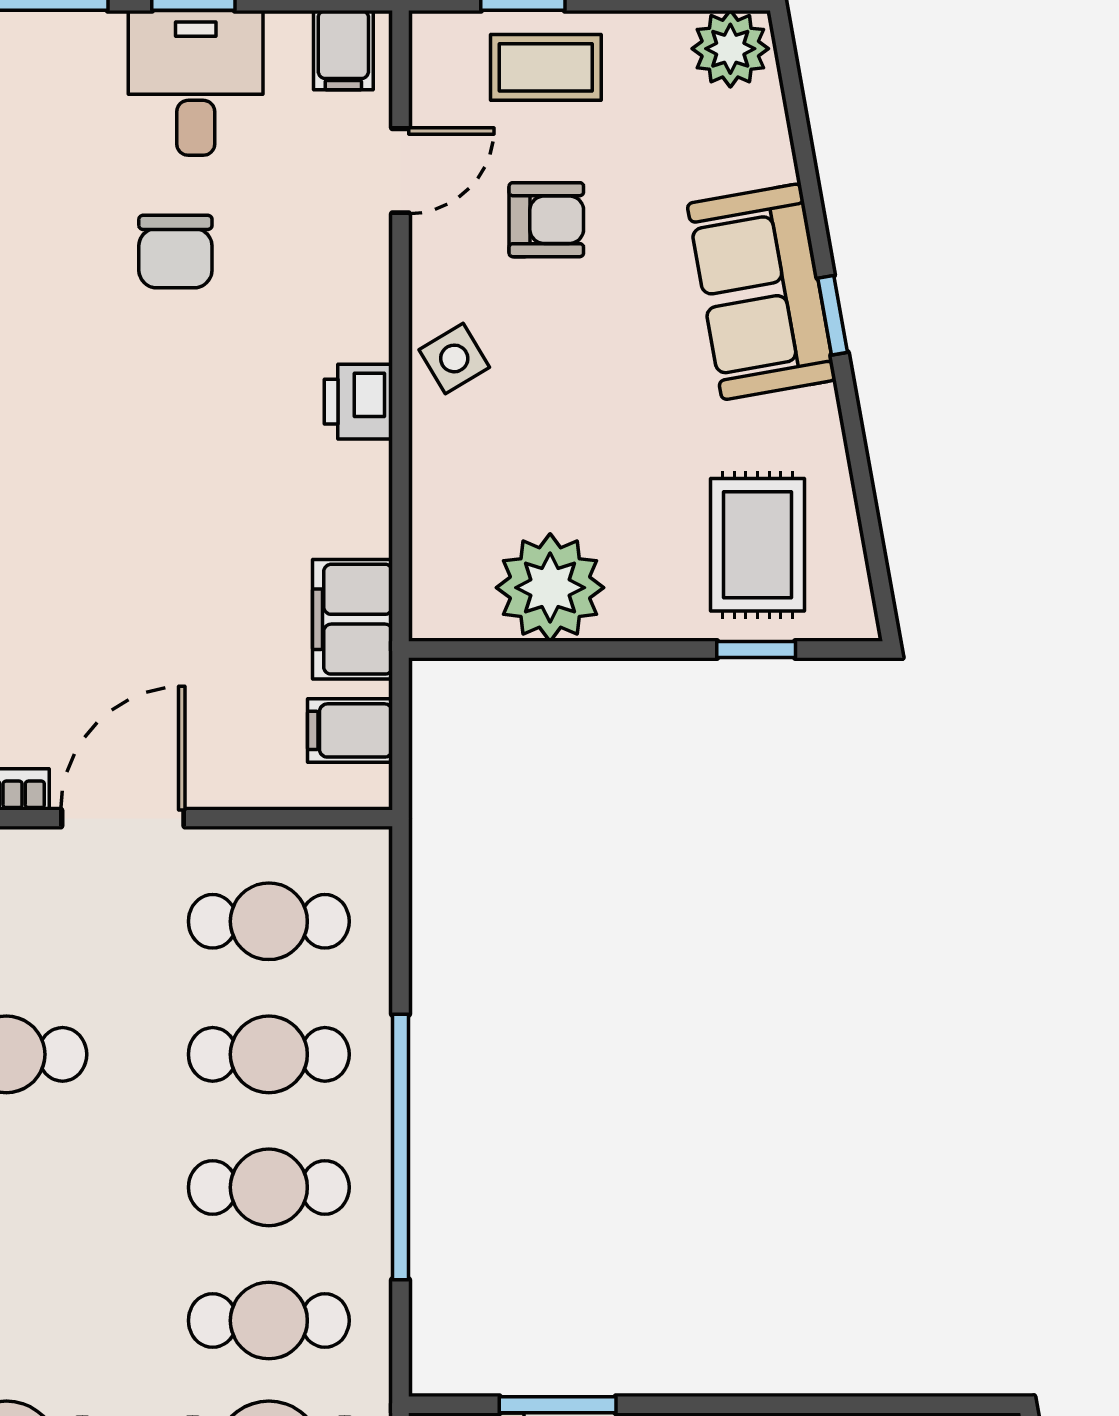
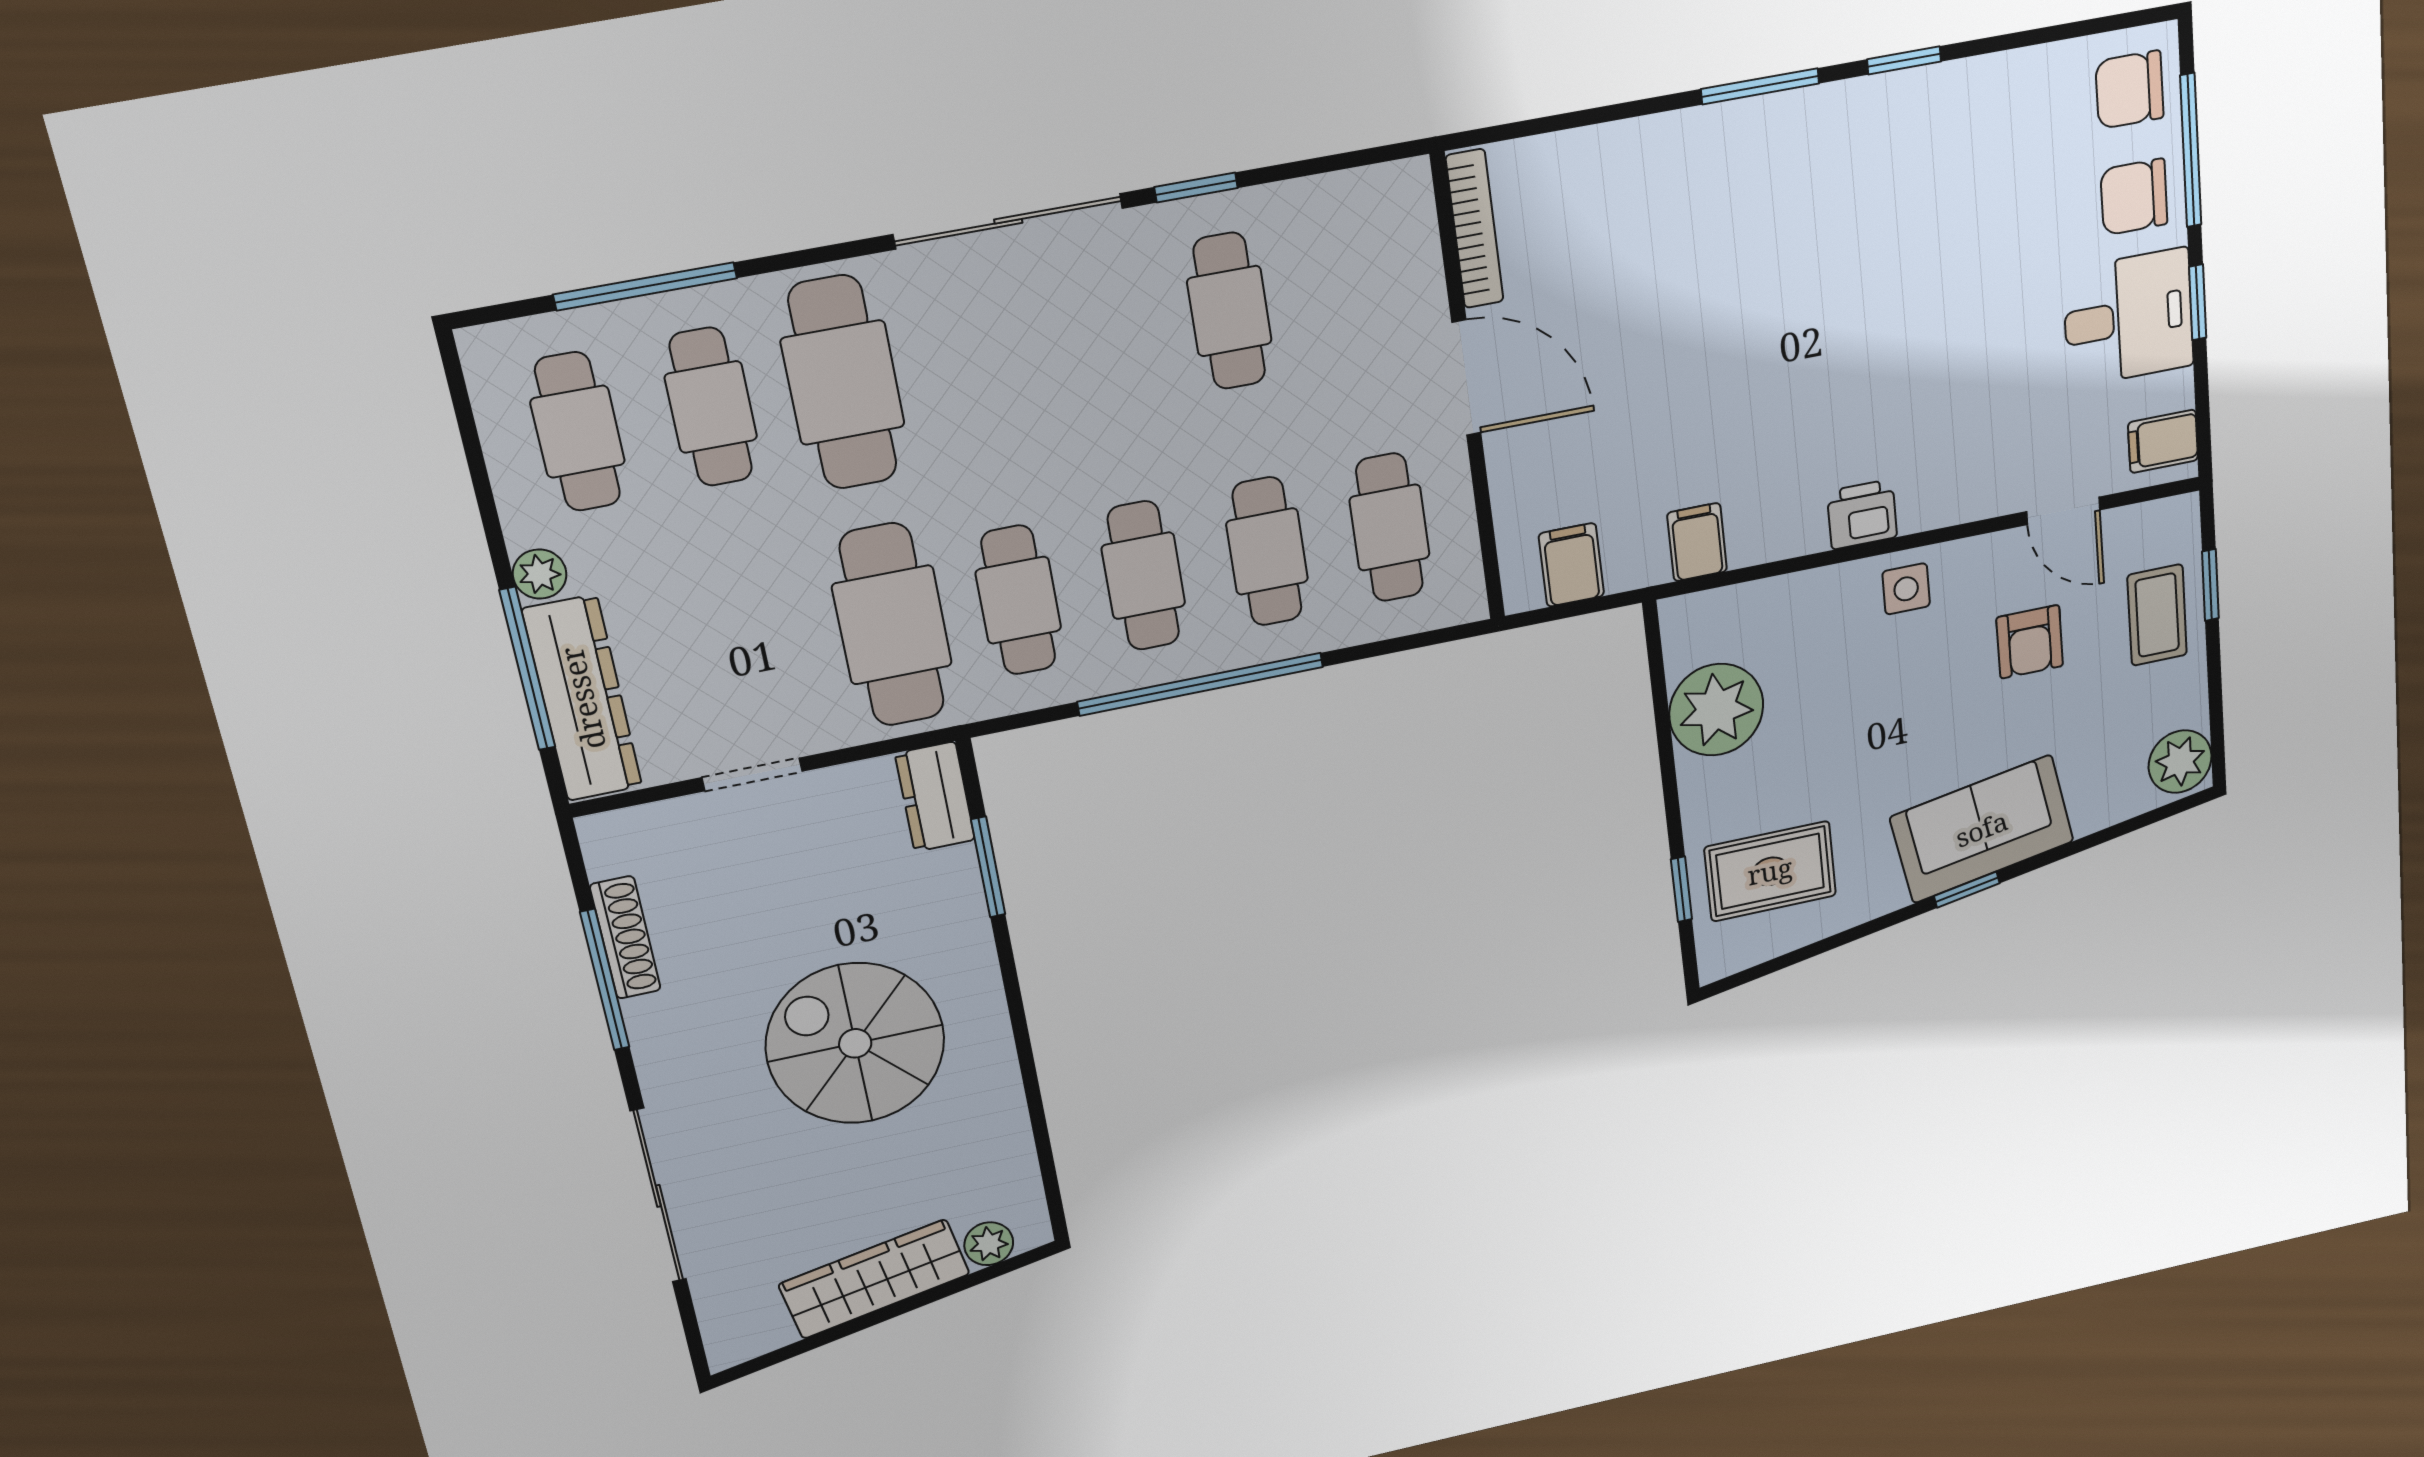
chair: (175, 252) -> (2134, 197), moved
side table: (454, 358) -> (1906, 589), turned 31
filing cabinet: (353, 619) -> (1697, 542), width x0.50

